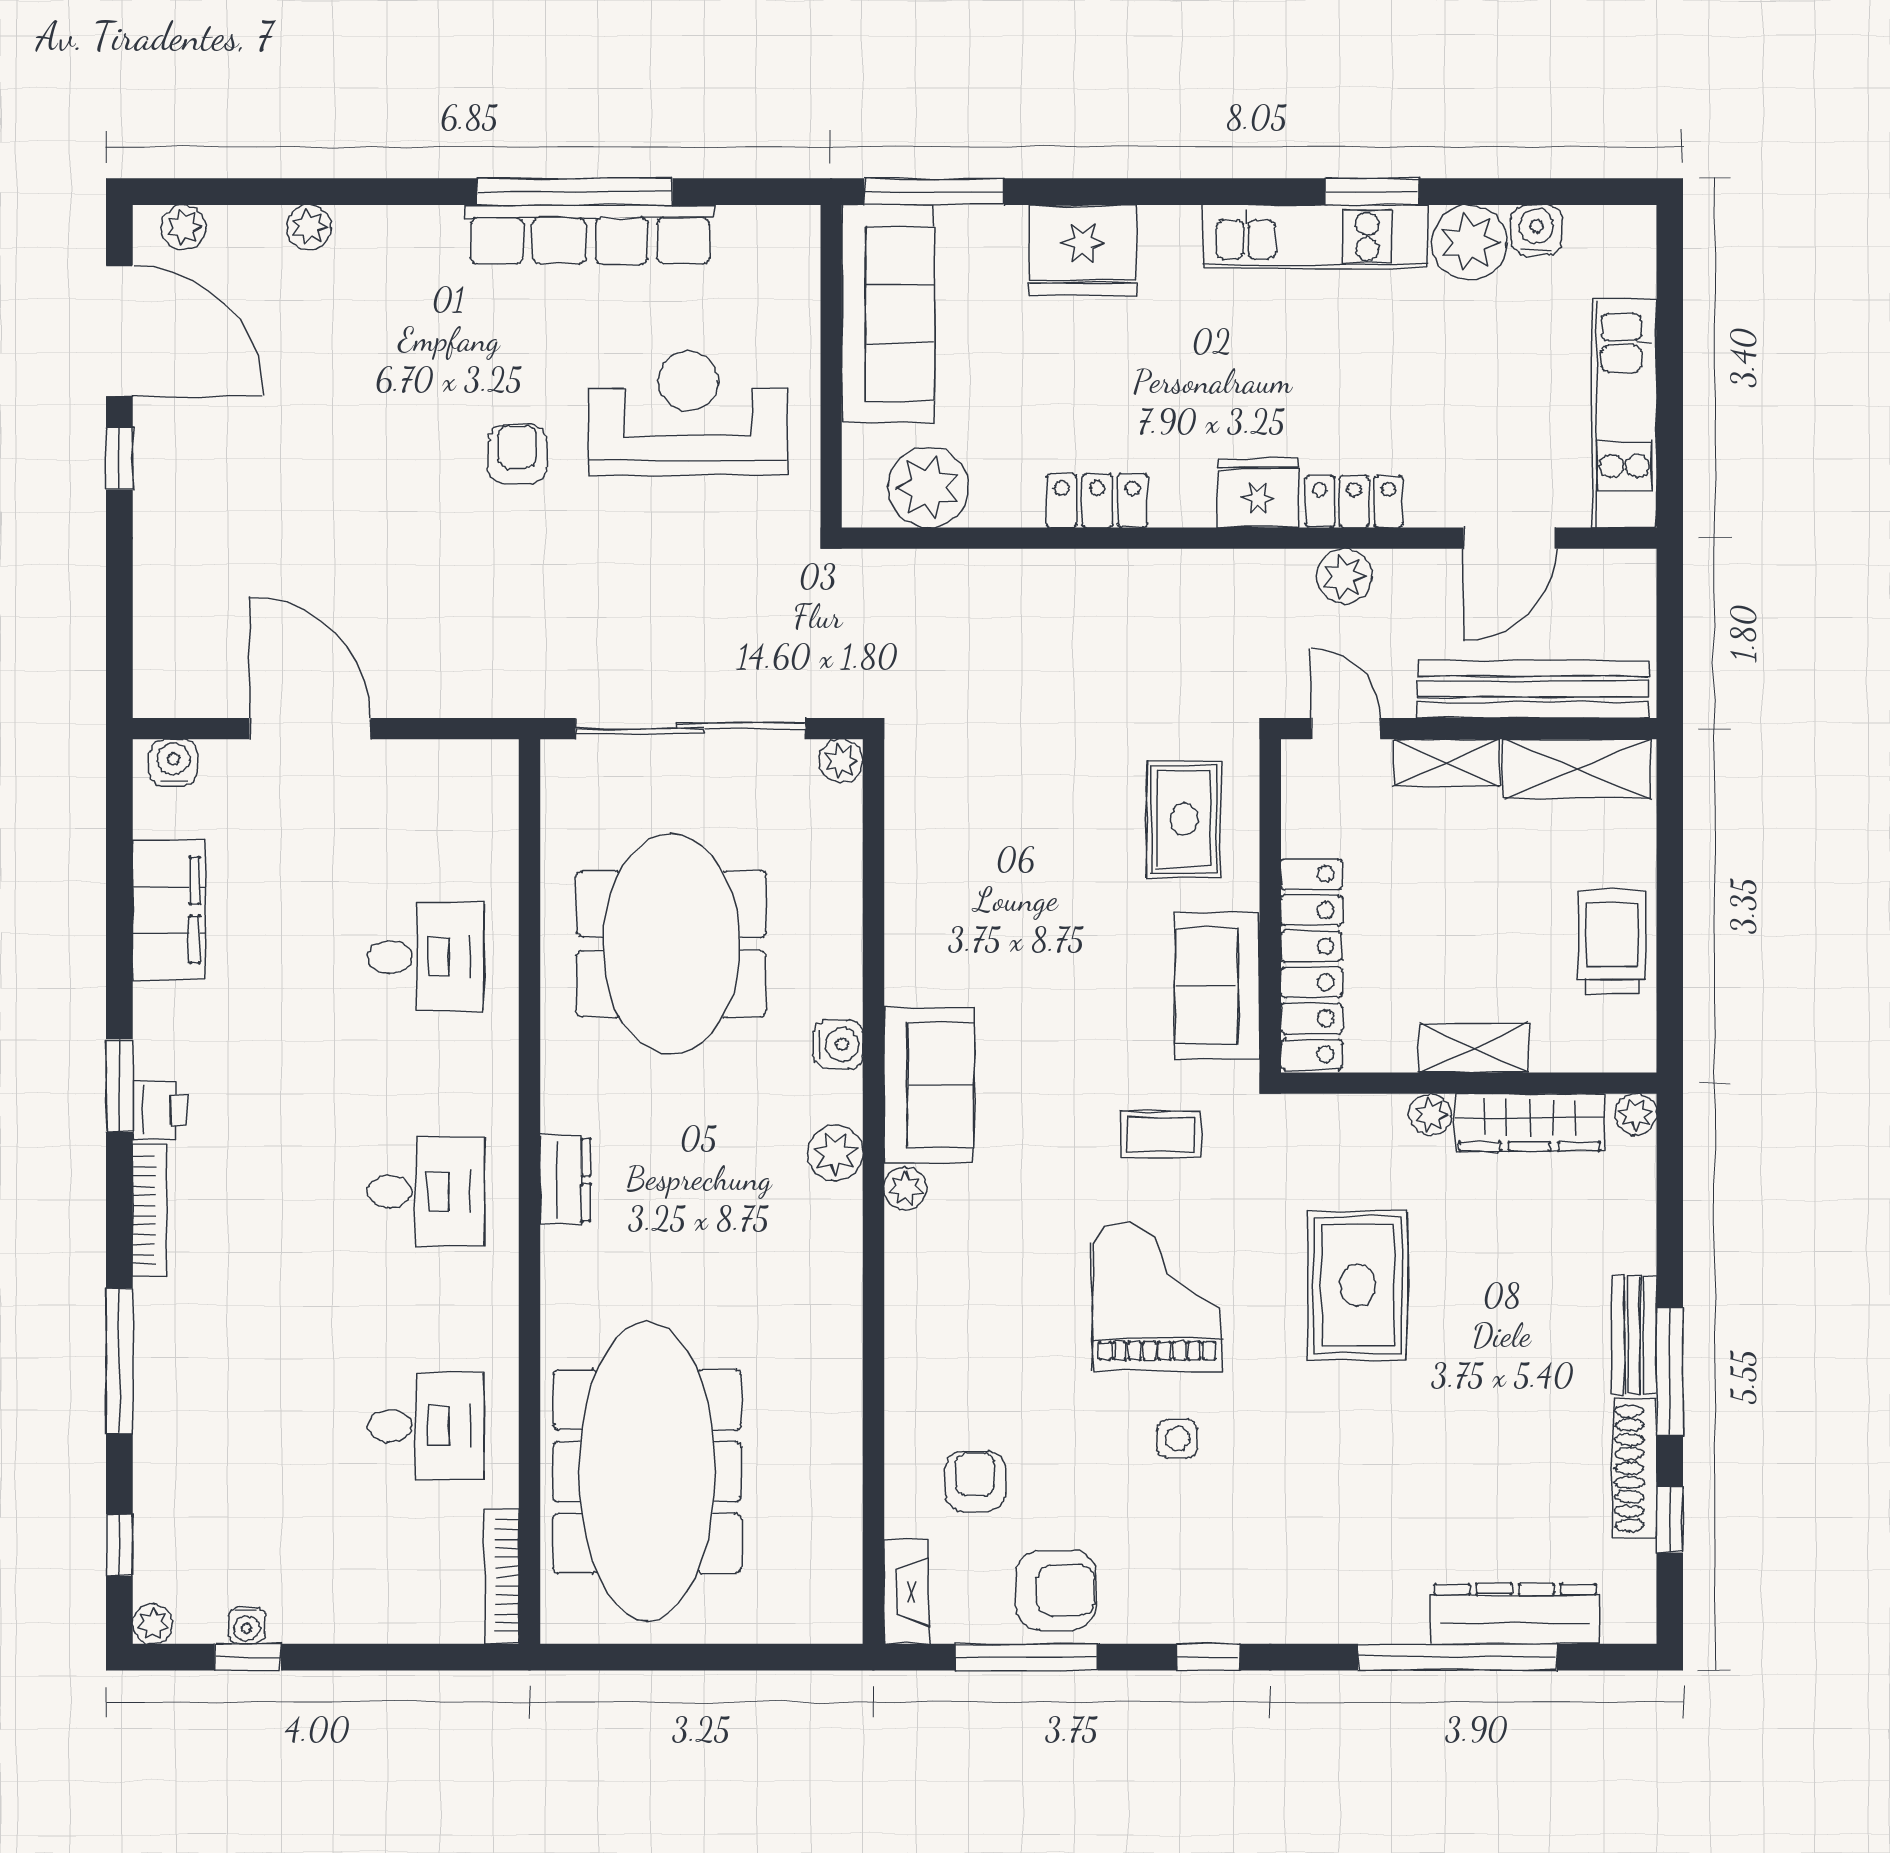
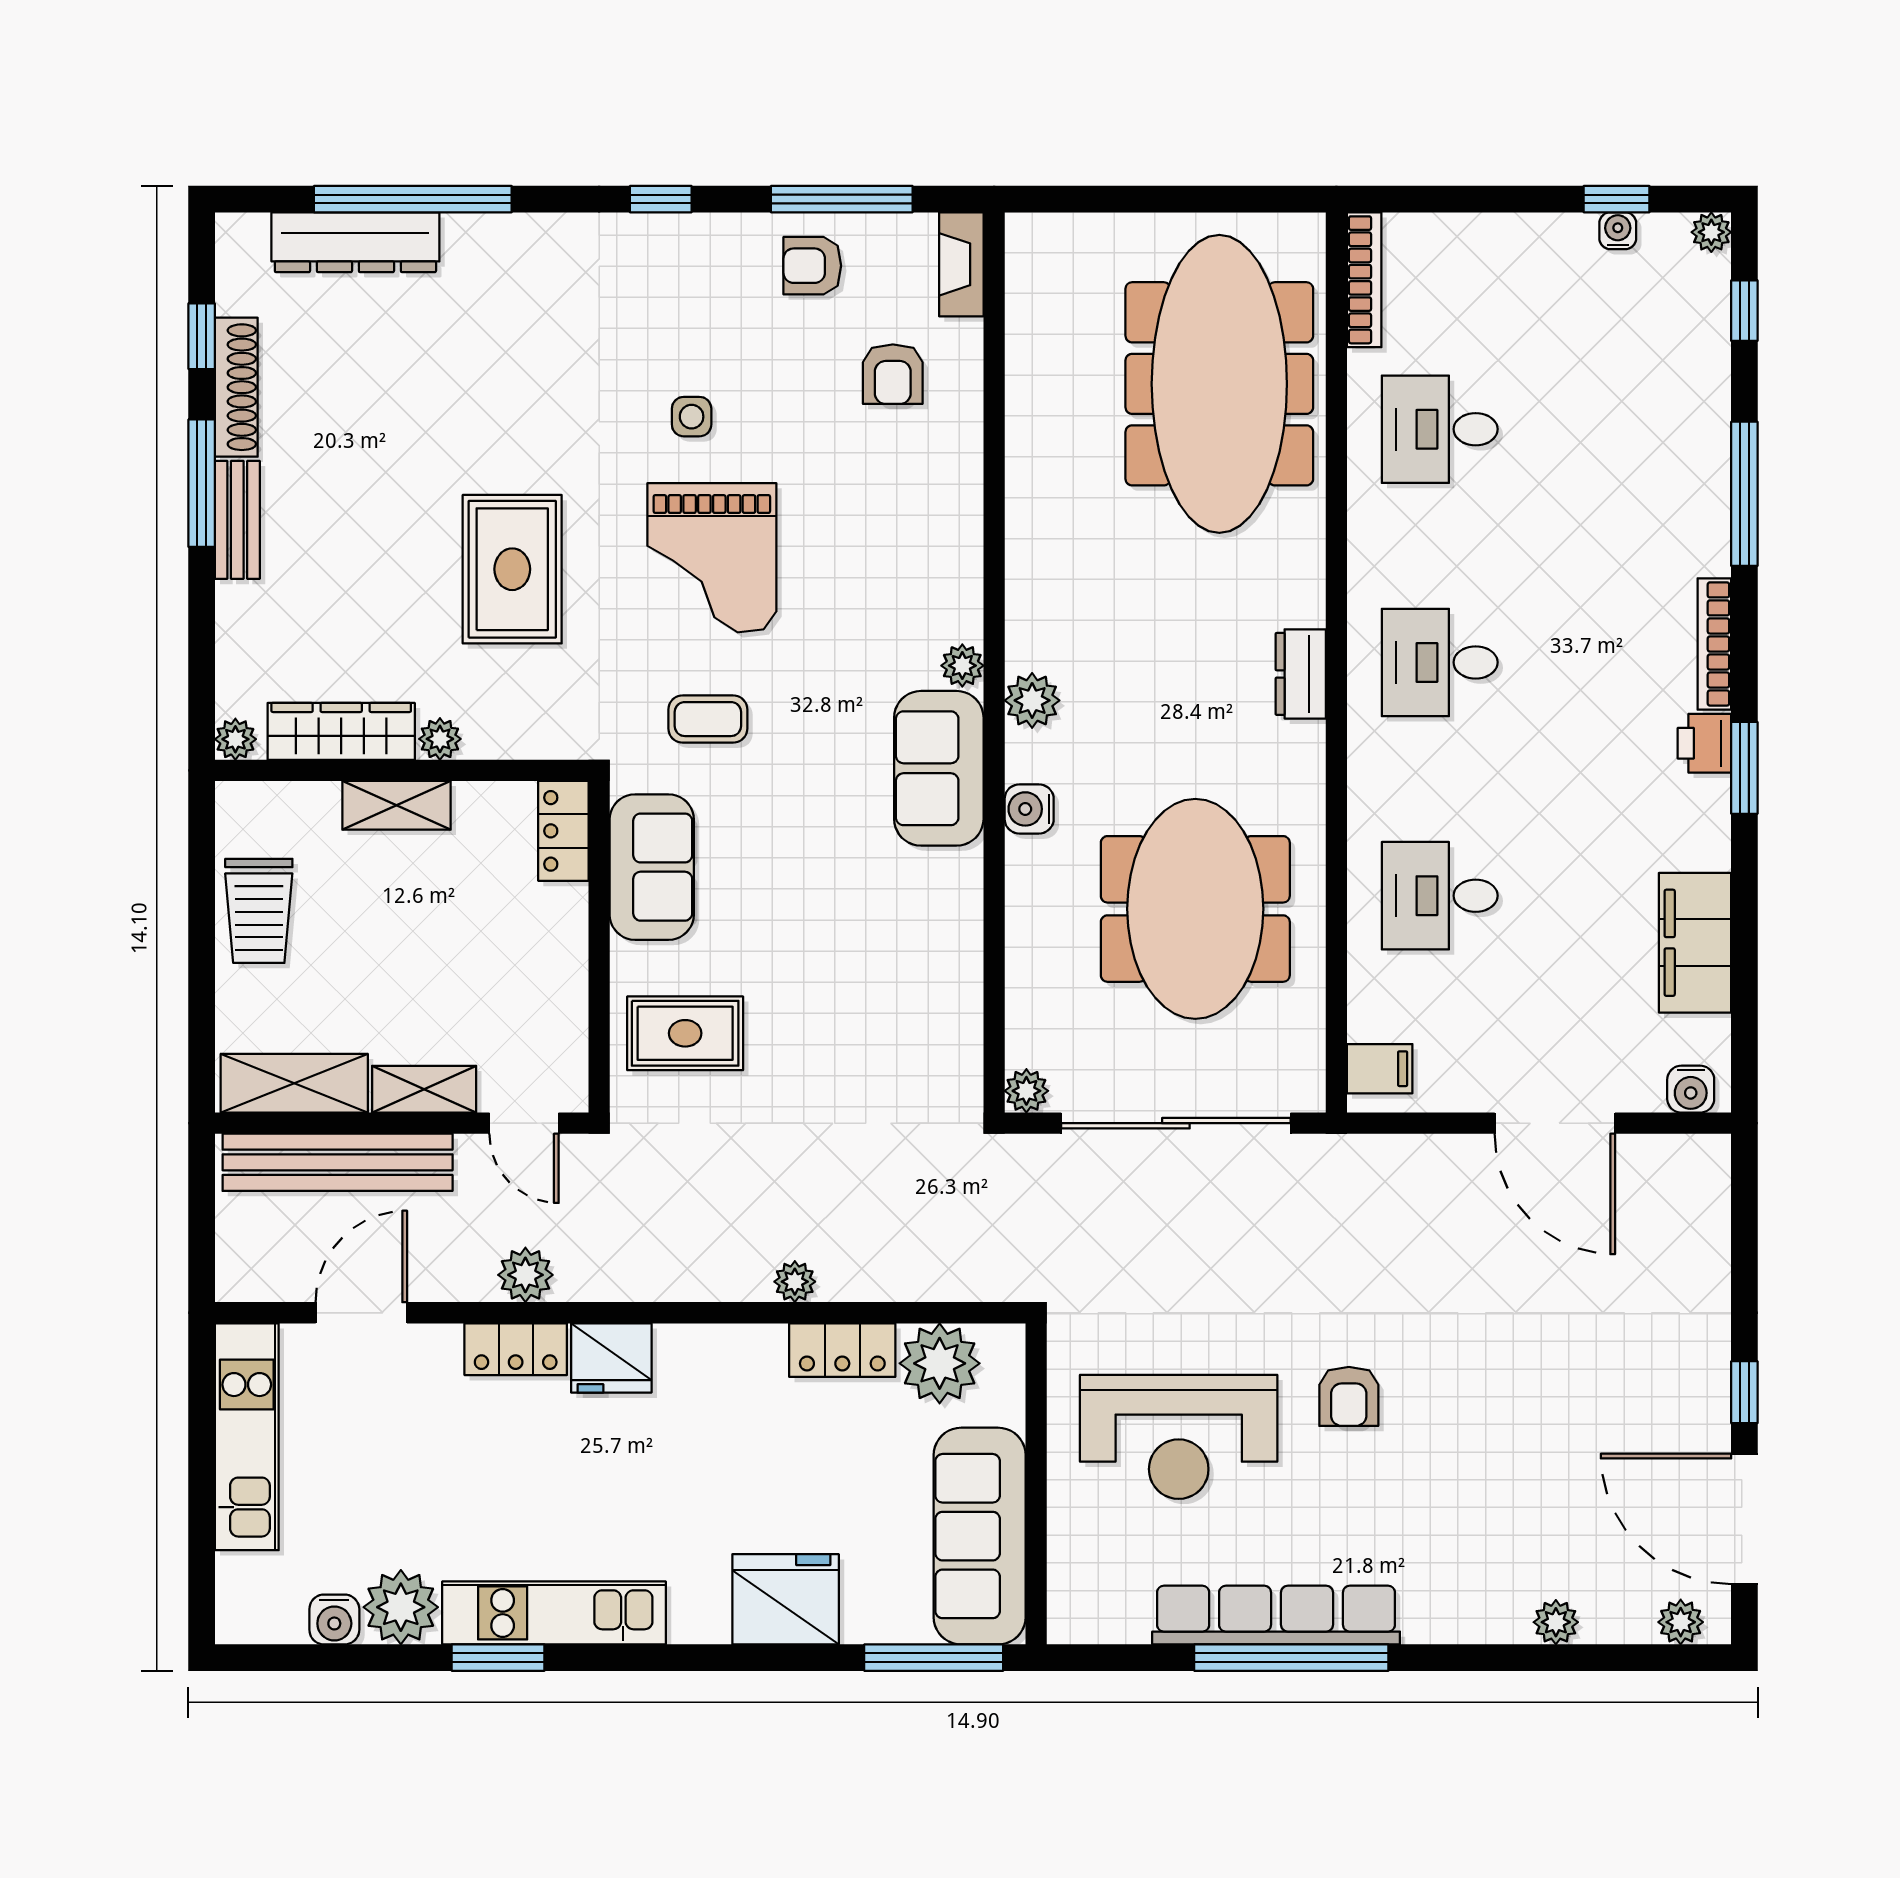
locker: (1097, 501) -> (842, 1350), moved
plant: (1074, 569) -> (795, 1282), added
filing cabinet: (486, 783) -> (1380, 1069), added
rug: (1184, 819) -> (685, 1033), turned 90
locker: (1311, 964) -> (563, 831), width x0.46, depth x0.83
armchair: (1056, 1590) -> (812, 266), width x0.72, depth x0.72

